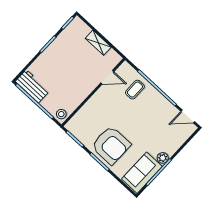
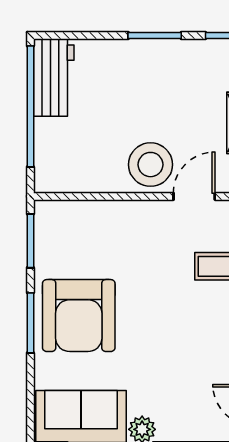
door: (107, 77) -> (194, 196), swing flipped
stool: (61, 114) -> (151, 165), moved, width x1.89, depth x1.89

